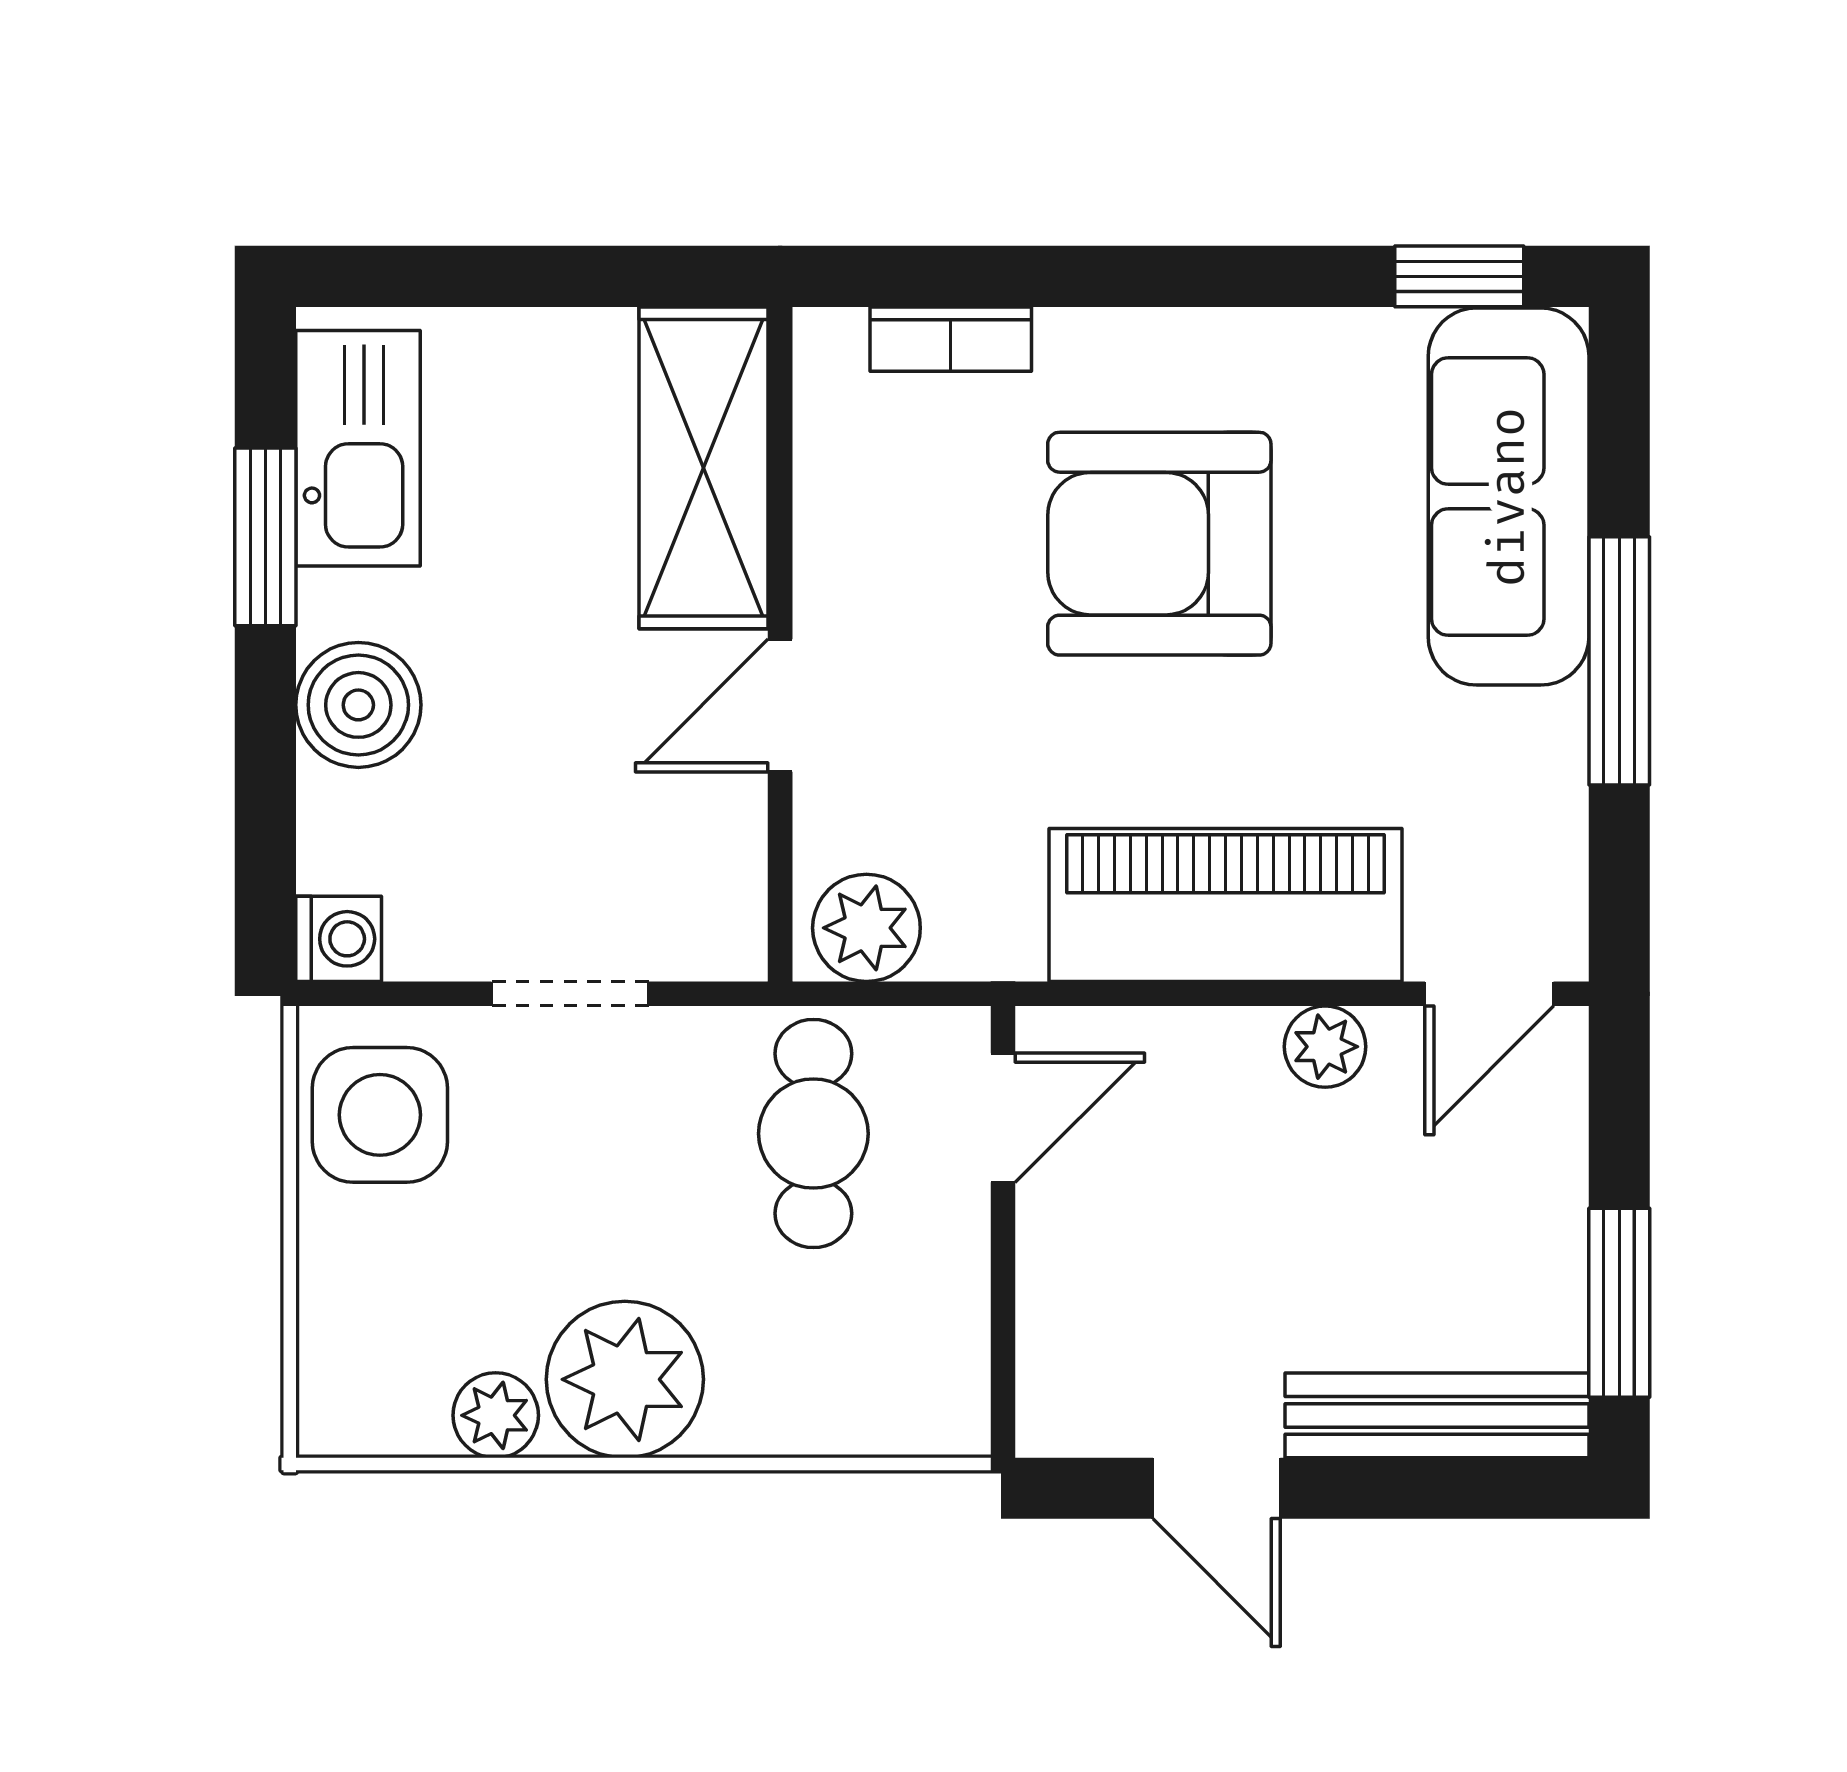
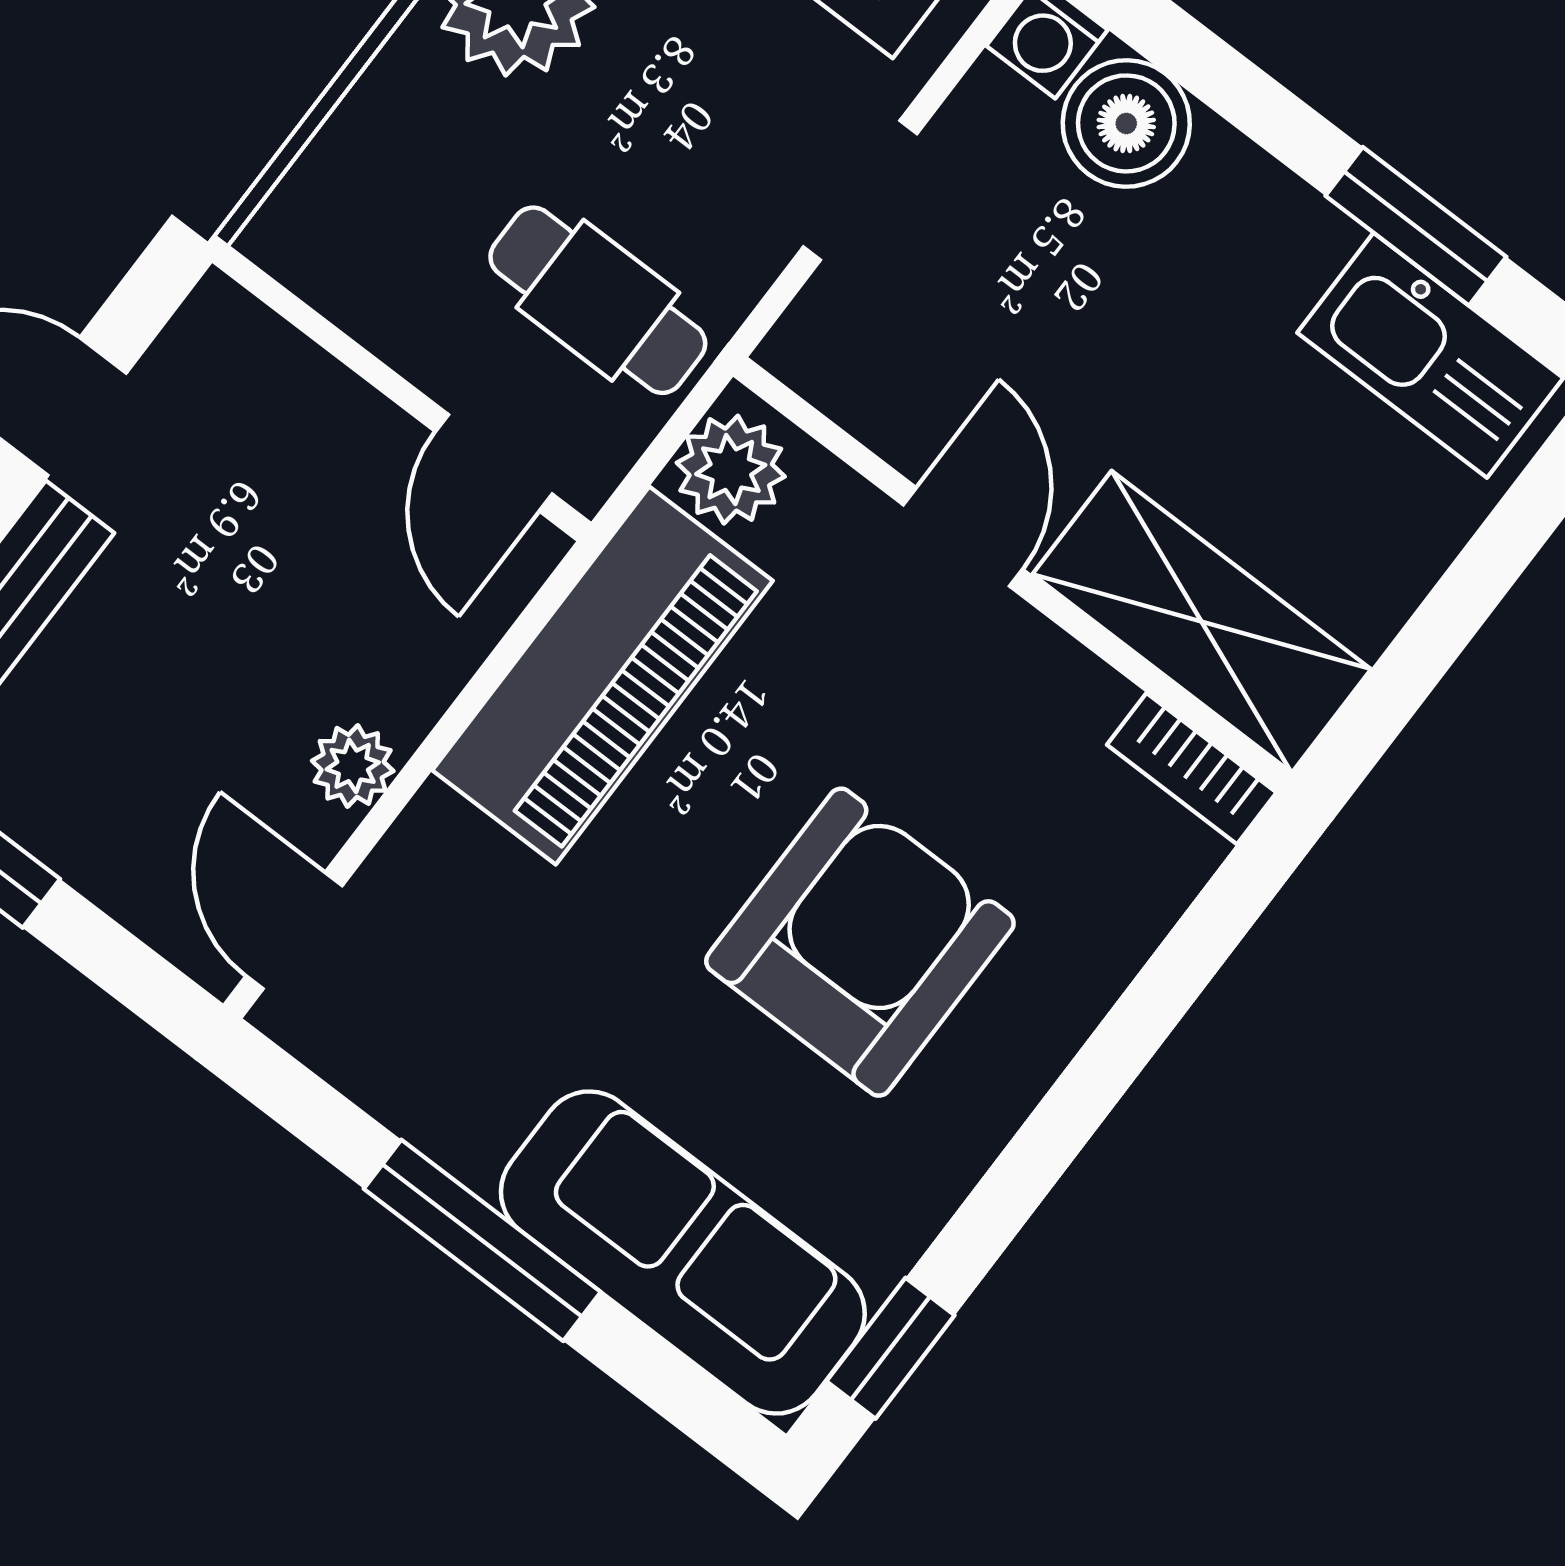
bookcase: (951, 339) -> (1192, 769), moved, turned -90
boiler: (358, 705) -> (1126, 123), moved
piano: (1226, 905) -> (602, 676), moved

